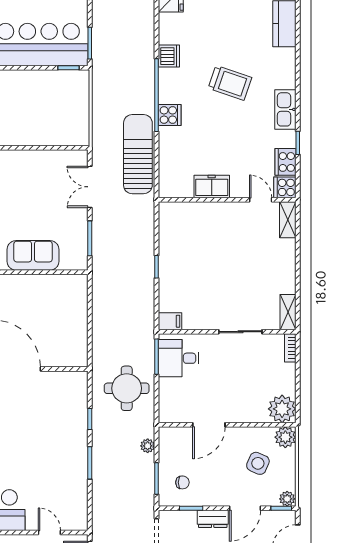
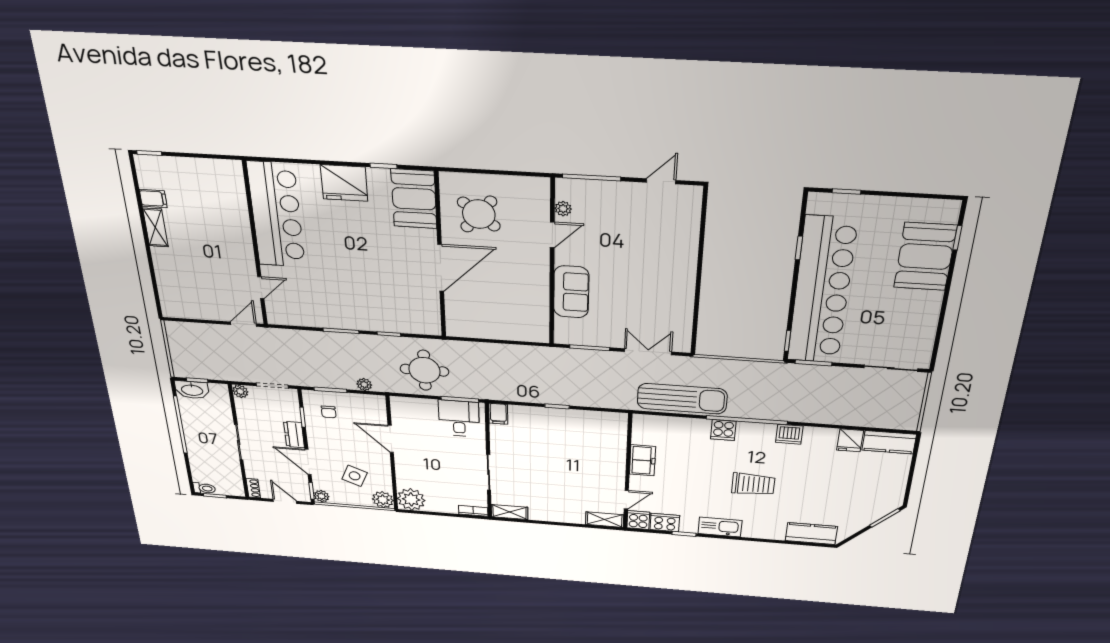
trolley: (230, 83) -> (753, 484), turned -109

